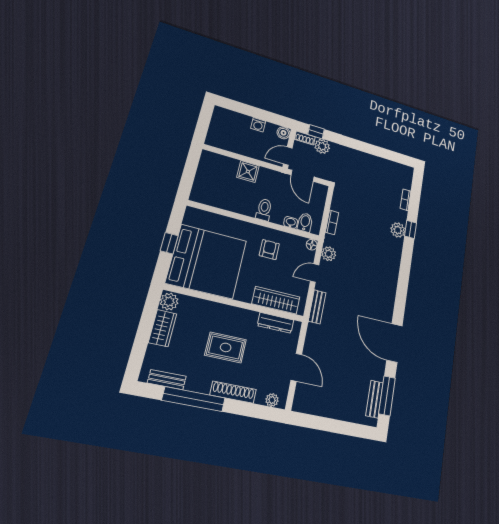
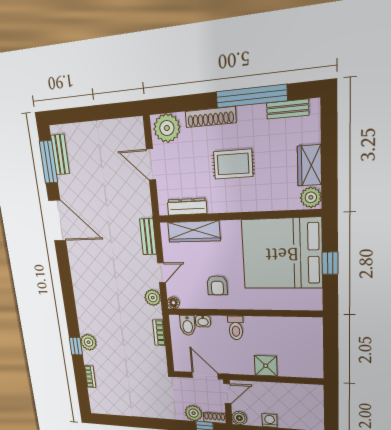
plant: (272, 400) -> (167, 128), width x1.88, depth x1.88

